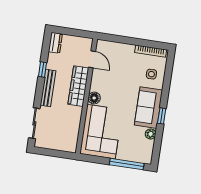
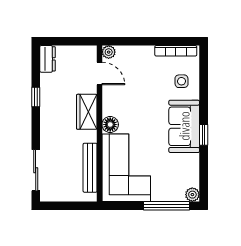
plant: (101, 45) -> (109, 52), added
wardrobe: (78, 86) -> (87, 112), width x0.67
bench: (48, 88) -> (90, 168), moved
plant: (151, 134) -> (192, 195), moved

